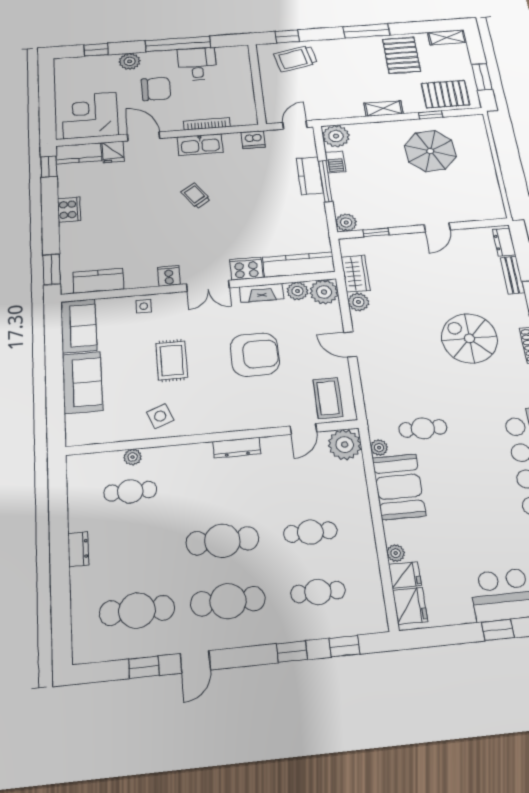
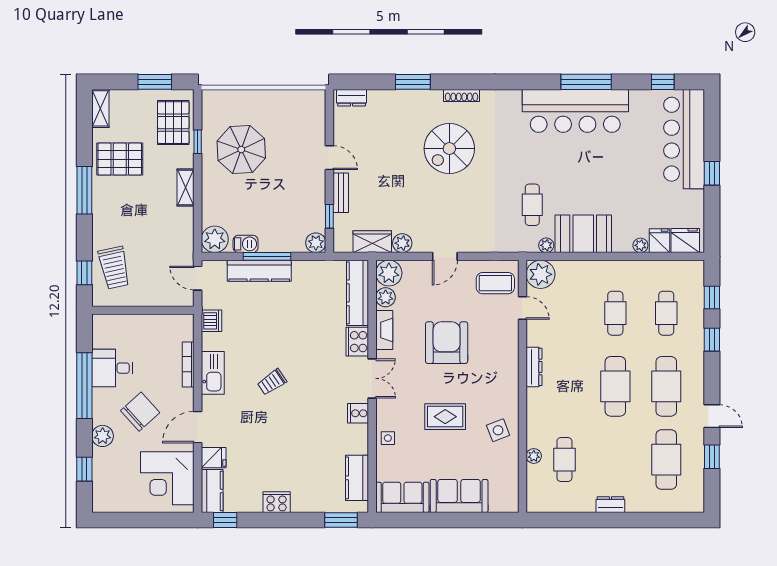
chair: (156, 89) -> (140, 412), turned 48
kitchen counter: (310, 176) -> (259, 271), width x1.50
bench: (512, 275) -> (341, 193), moved, turned 90

